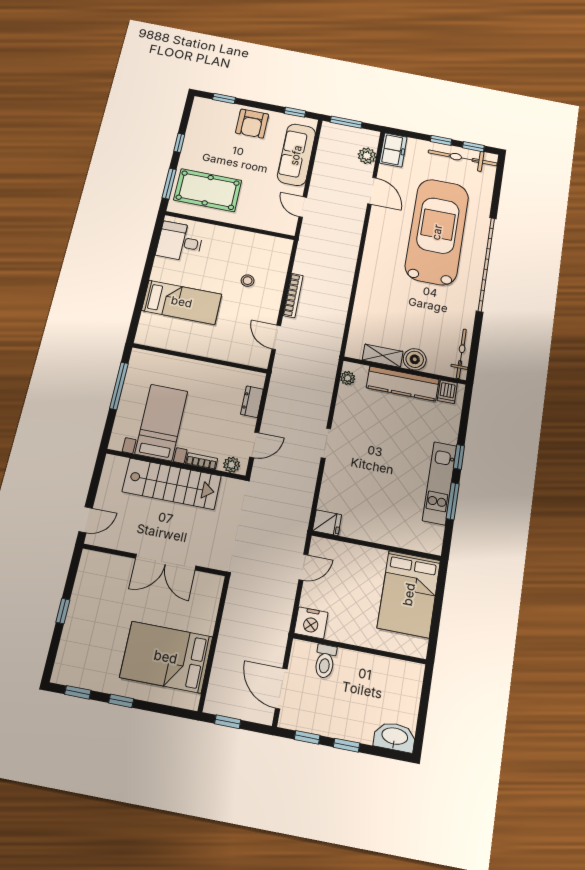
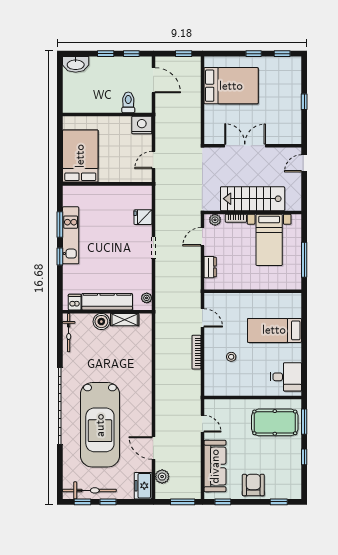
fridge: (327, 523) -> (143, 217), moved

